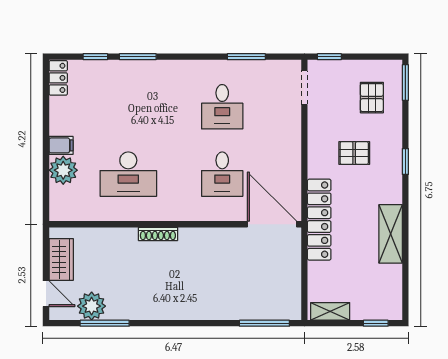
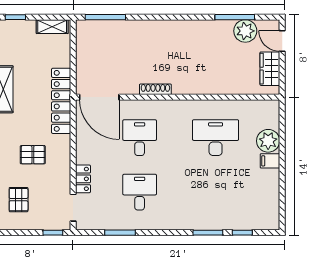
locker: (58, 78) -> (83, 179), moved, turned 180
shoe rack: (158, 234) -> (155, 89), moved

